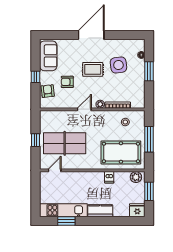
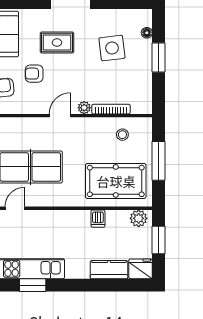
rug: (93, 69) -> (57, 43), moved
kitchen counter: (100, 211) -> (109, 270), moved

